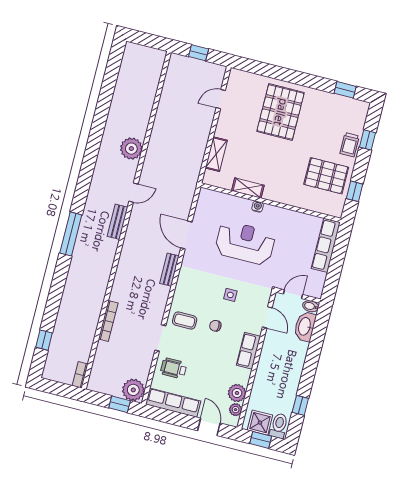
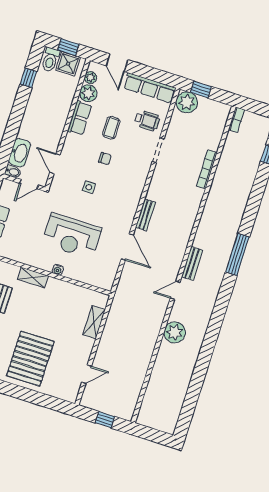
shelving: (248, 188) -> (33, 277), moved
coffee table: (185, 321) -> (111, 128), moved, turned 90
row of seats: (248, 351) -> (80, 118), moved

